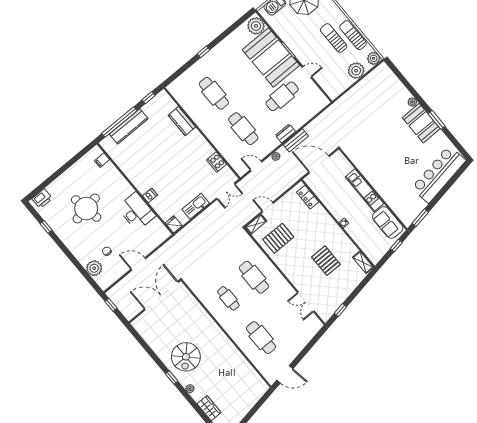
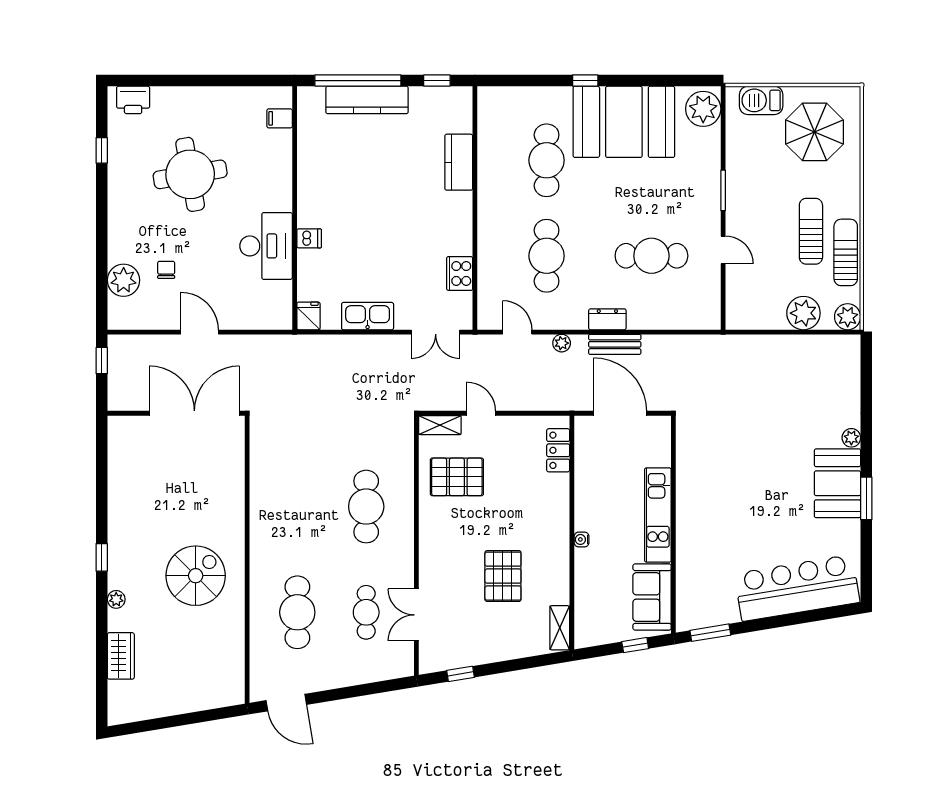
booth: (271, 57) -> (624, 122), moved, turned 90
cafe table: (228, 298) -> (366, 612), moved
spiral stairs: (186, 357) -> (196, 576), moved, turned 180

